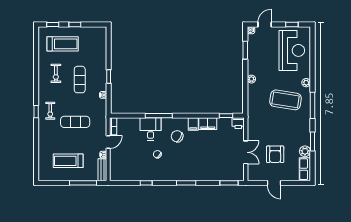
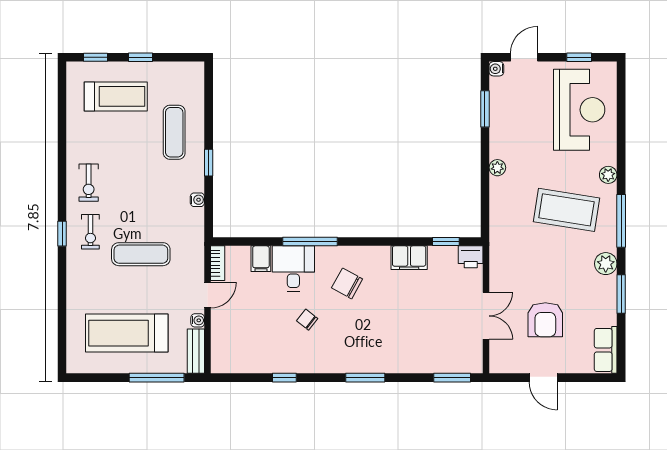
exercise bike: (56, 73) -> (89, 183), moved
exercise mat: (80, 80) -> (174, 132), moved
filing cabinet: (193, 124) -> (261, 259), moved
plant: (305, 151) -> (606, 264), moved
treadmill: (68, 161) -> (127, 333), width x1.37, depth x1.38

